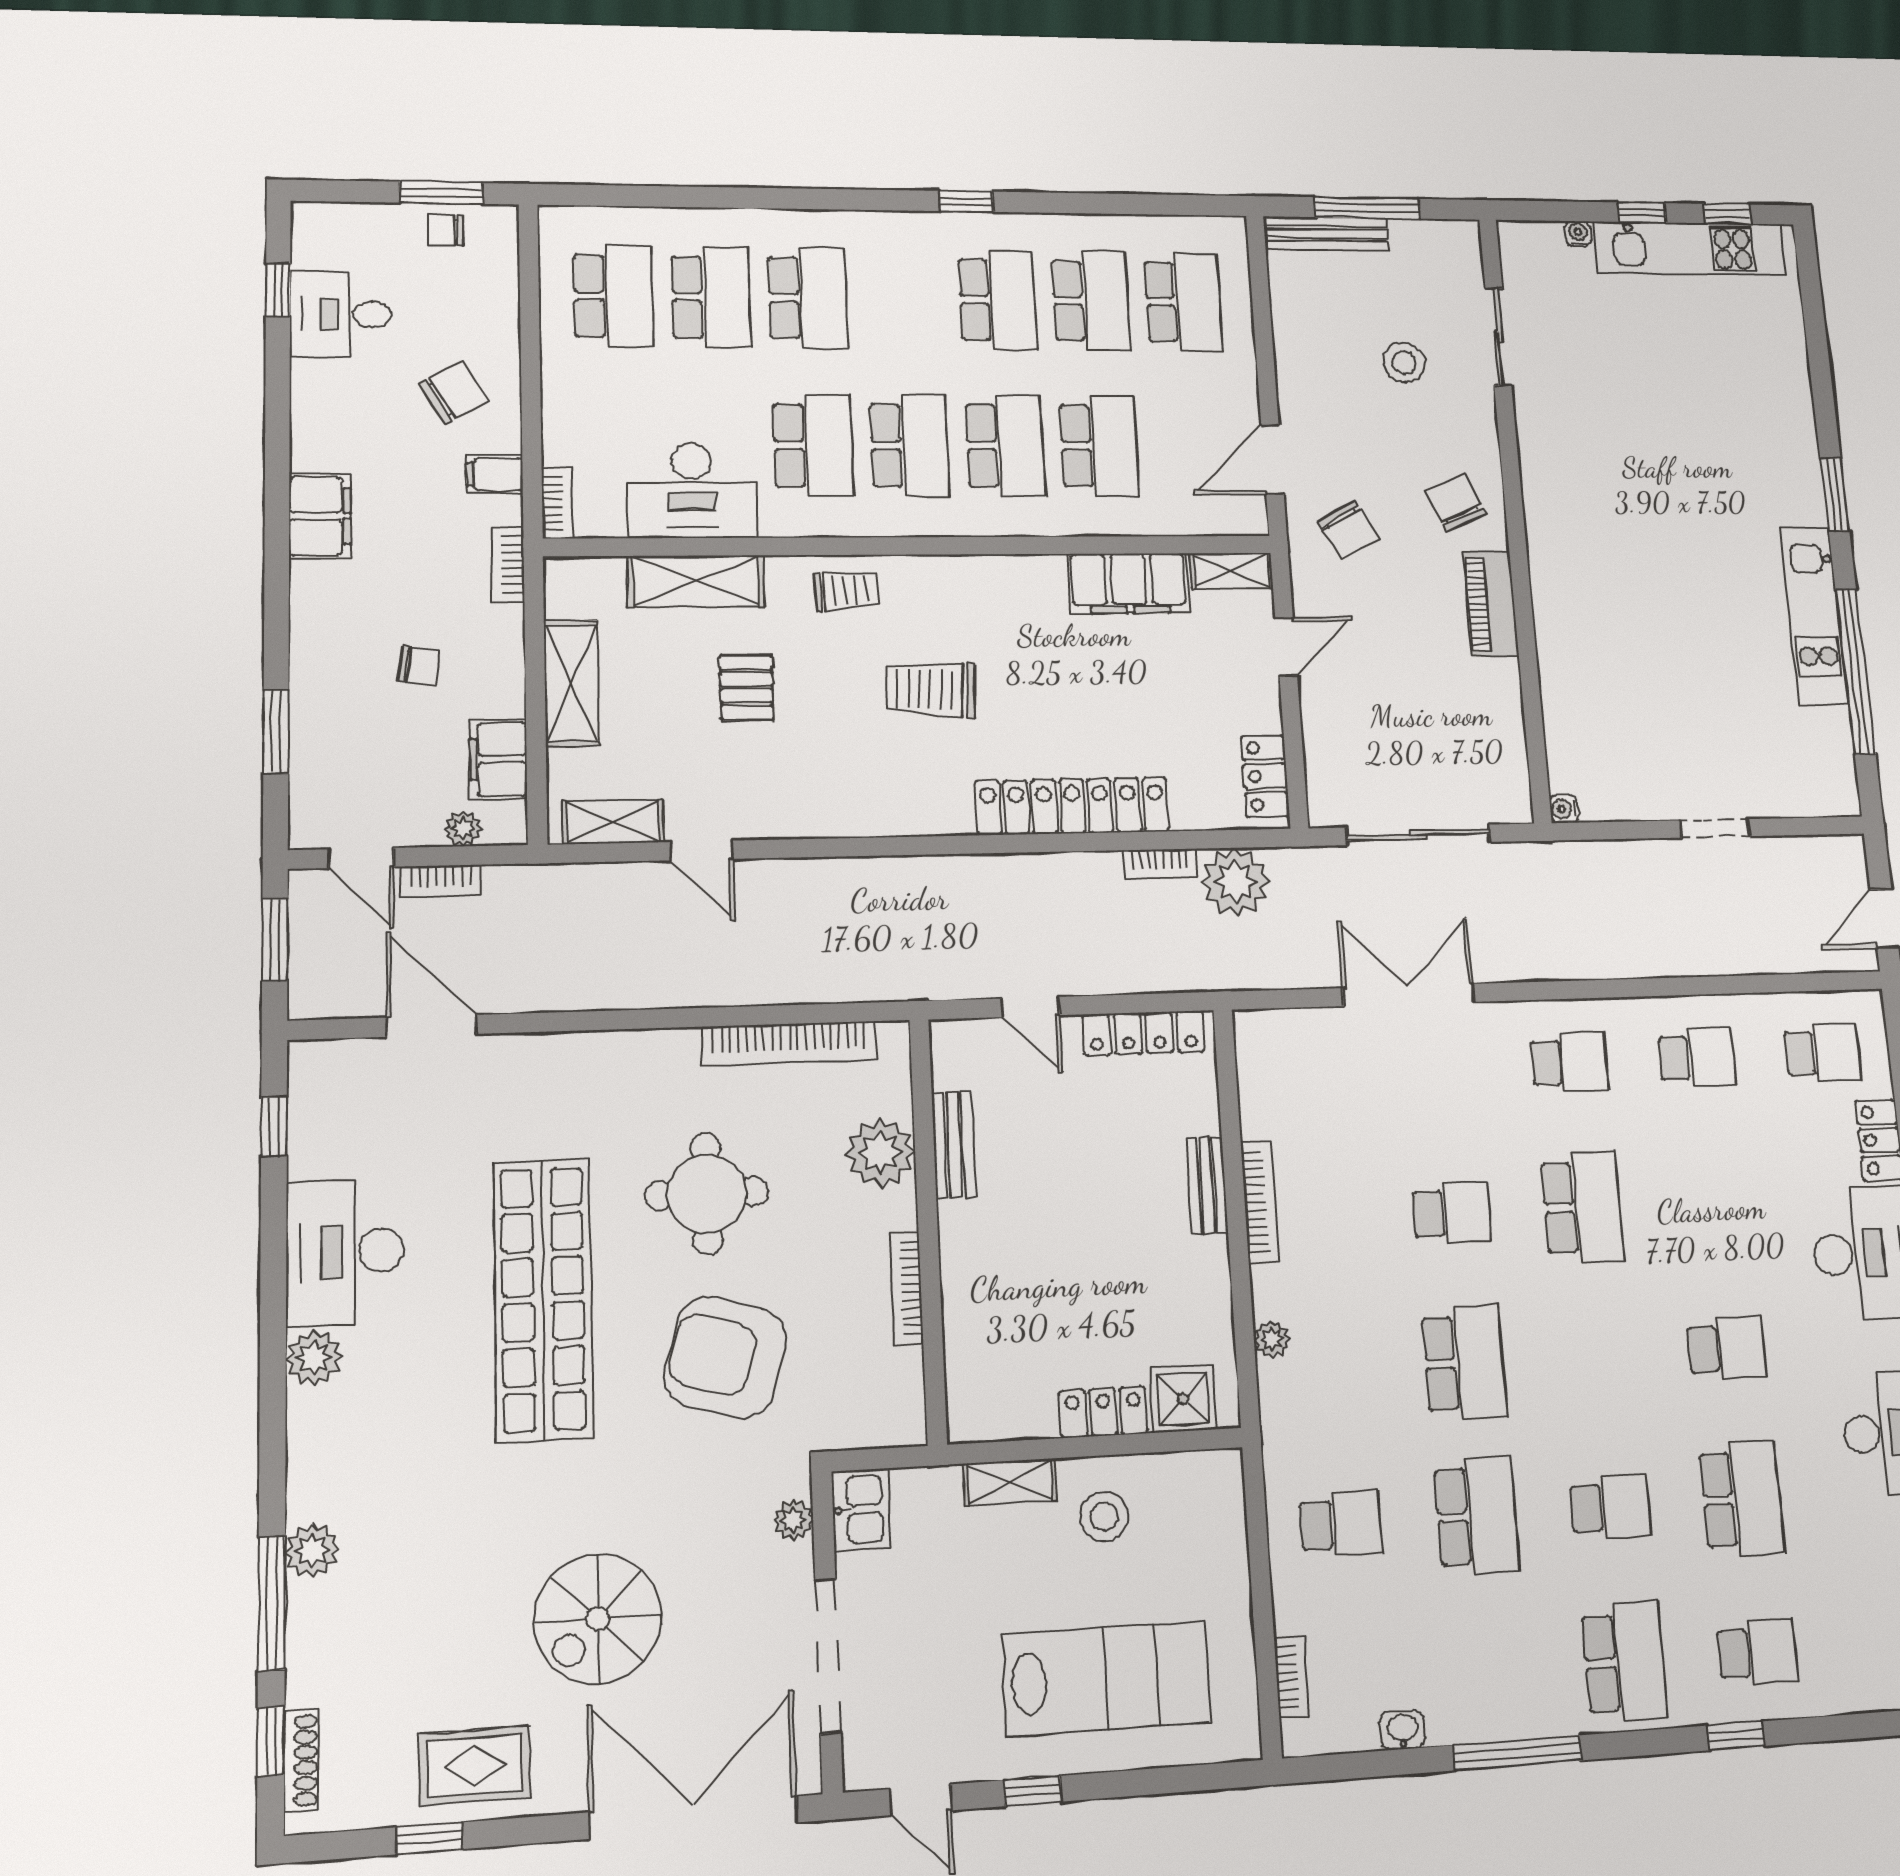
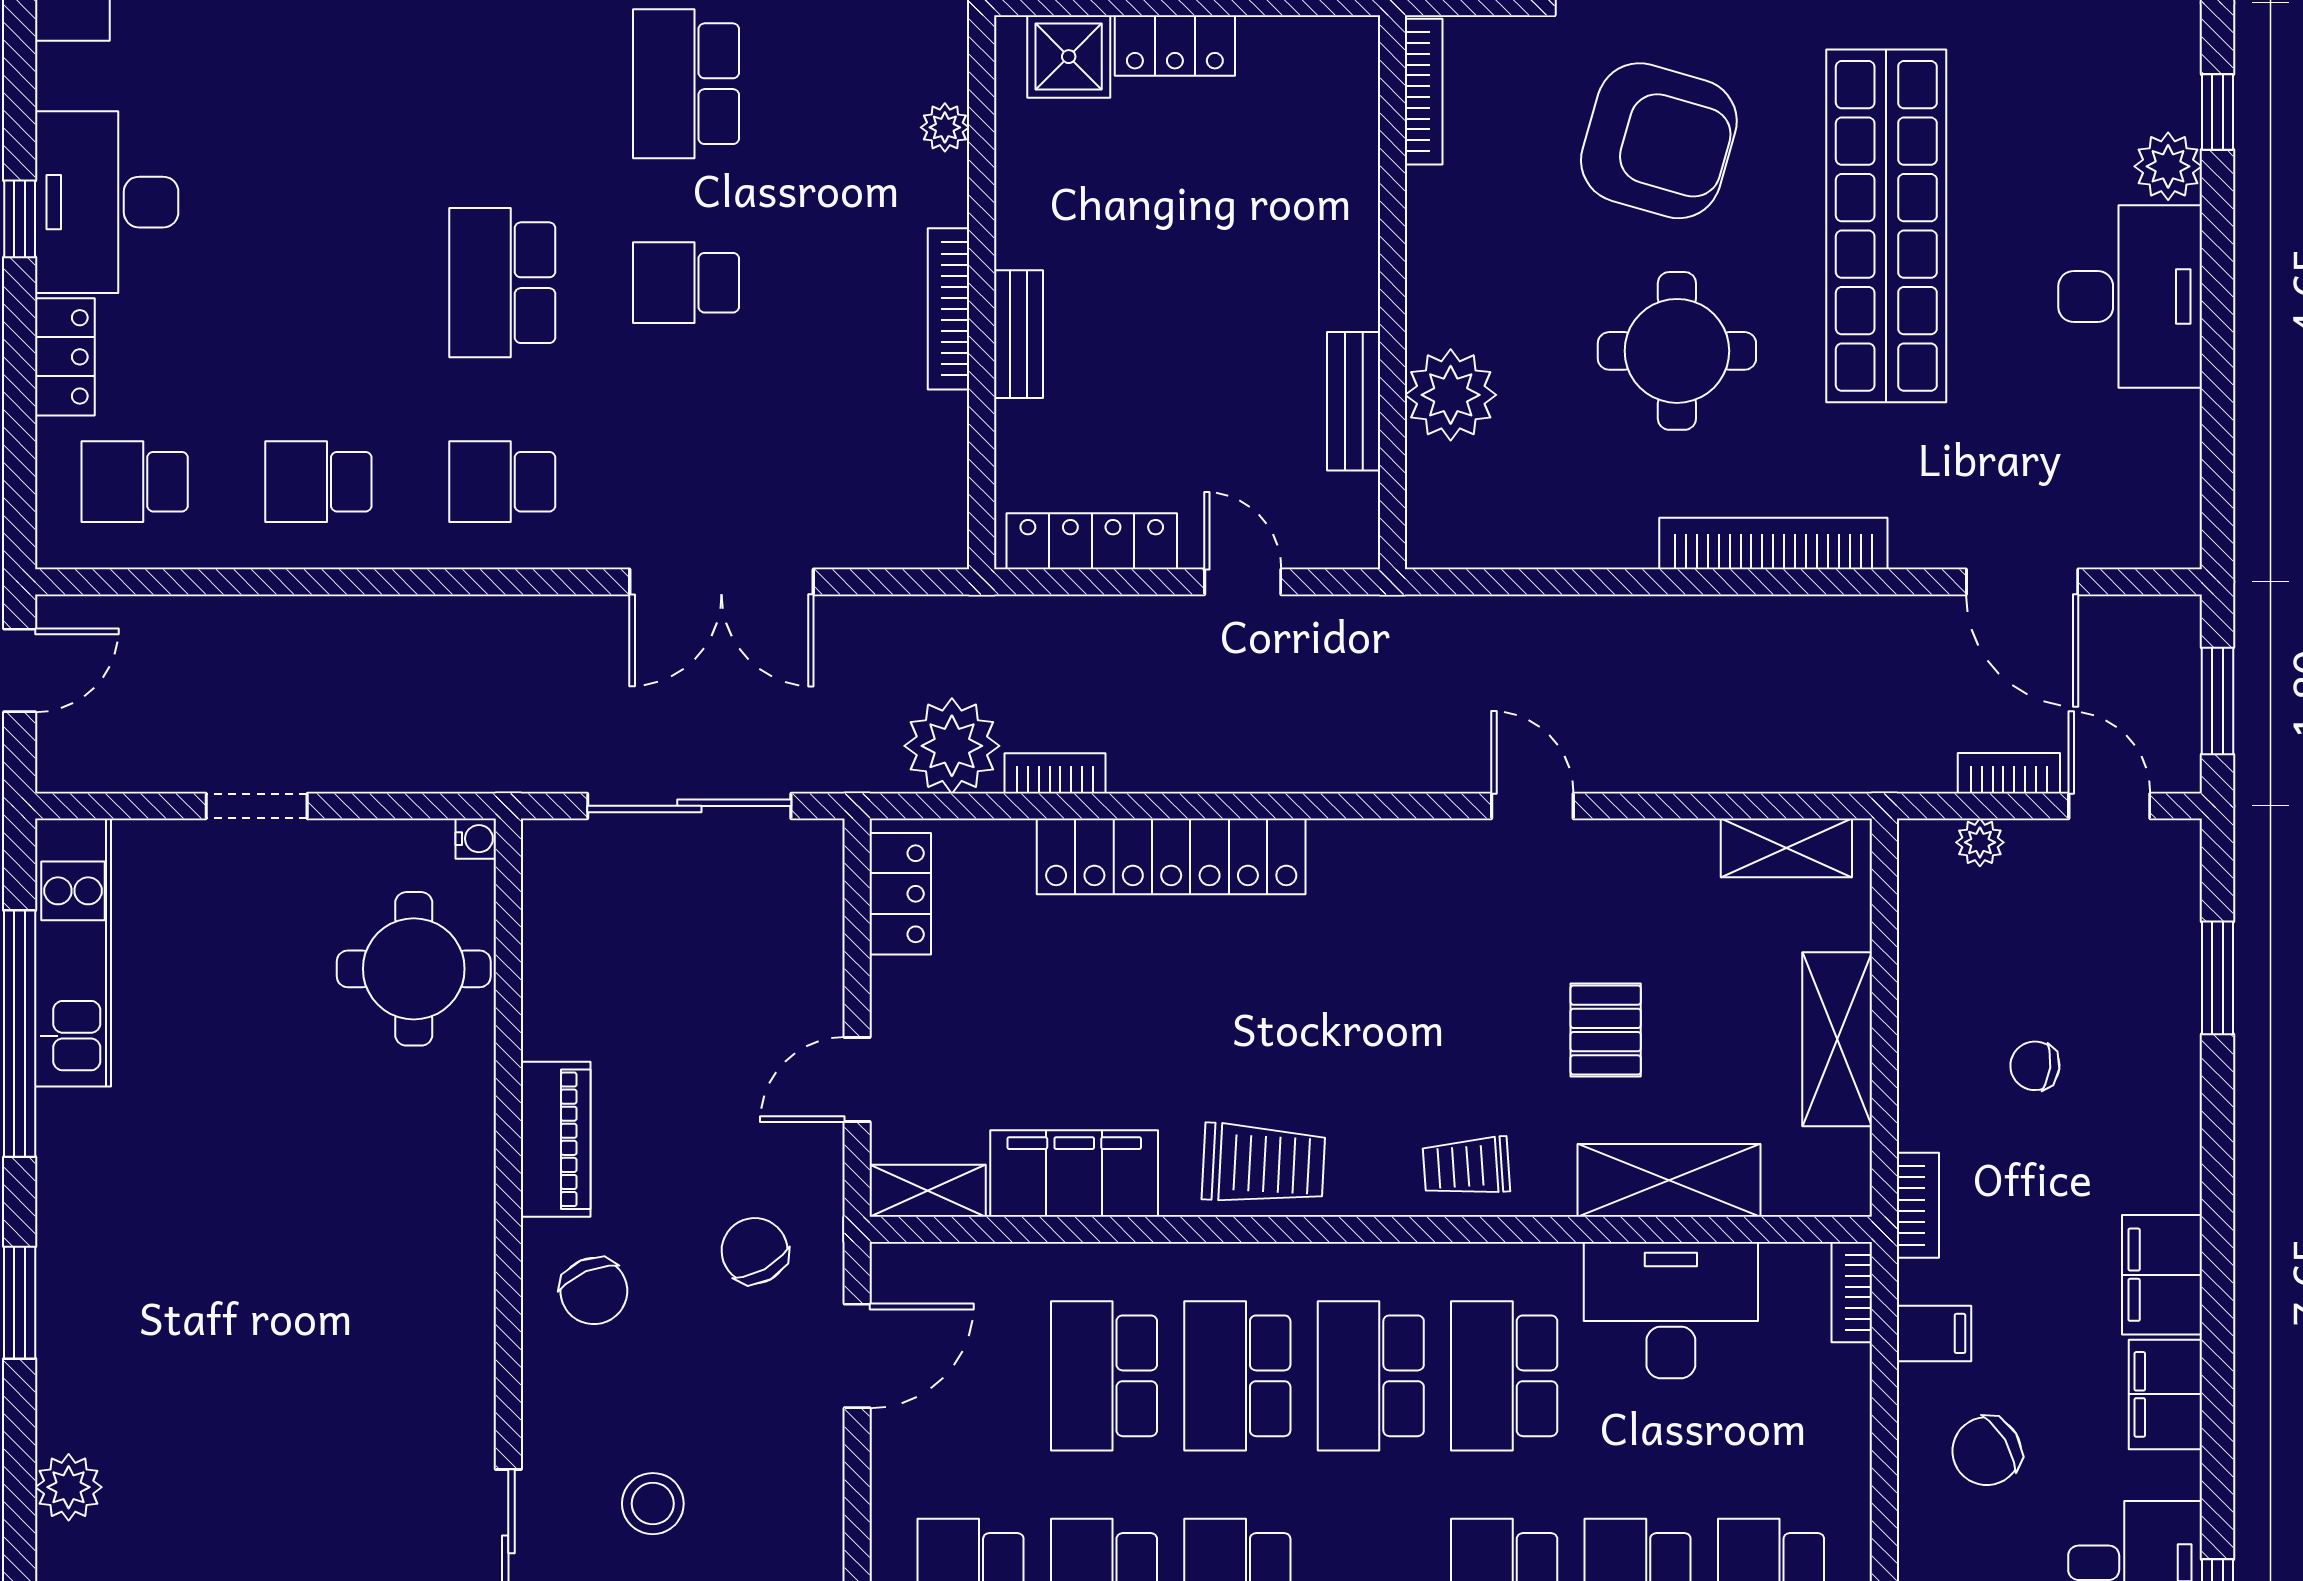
plant: (1789, 376) -> (69, 1487), added
kitchen unit: (1814, 615) -> (73, 952), moved
trolley: (931, 689) -> (1264, 1164), moved
round table: (1598, 719) -> (414, 969), added
filing cabinet: (498, 759) -> (2165, 1394), moved, turned 180
door: (702, 851) -> (1532, 806), moved
bookcase: (789, 1043) -> (1773, 543), moved
window: (274, 1126) -> (2218, 112), moved
bookcase: (907, 1288) -> (1424, 92), moved
school desk: (1726, 1348) -> (318, 84), removed

